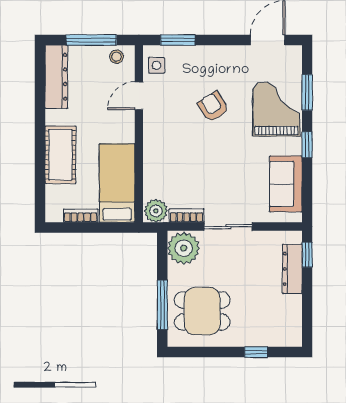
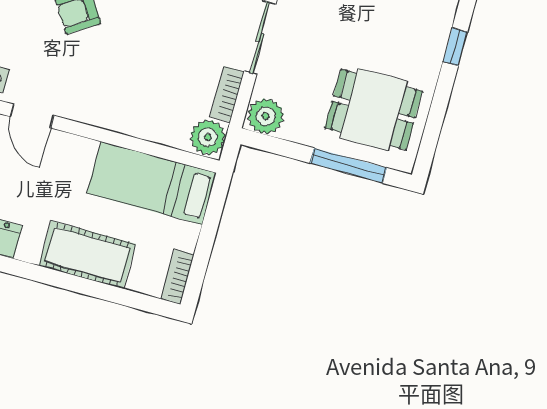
bookcase: (81, 216) -> (177, 277), moved
plant: (184, 248) -> (266, 116), width x0.73, depth x0.73
dining table: (202, 311) -> (373, 110), turned 90

